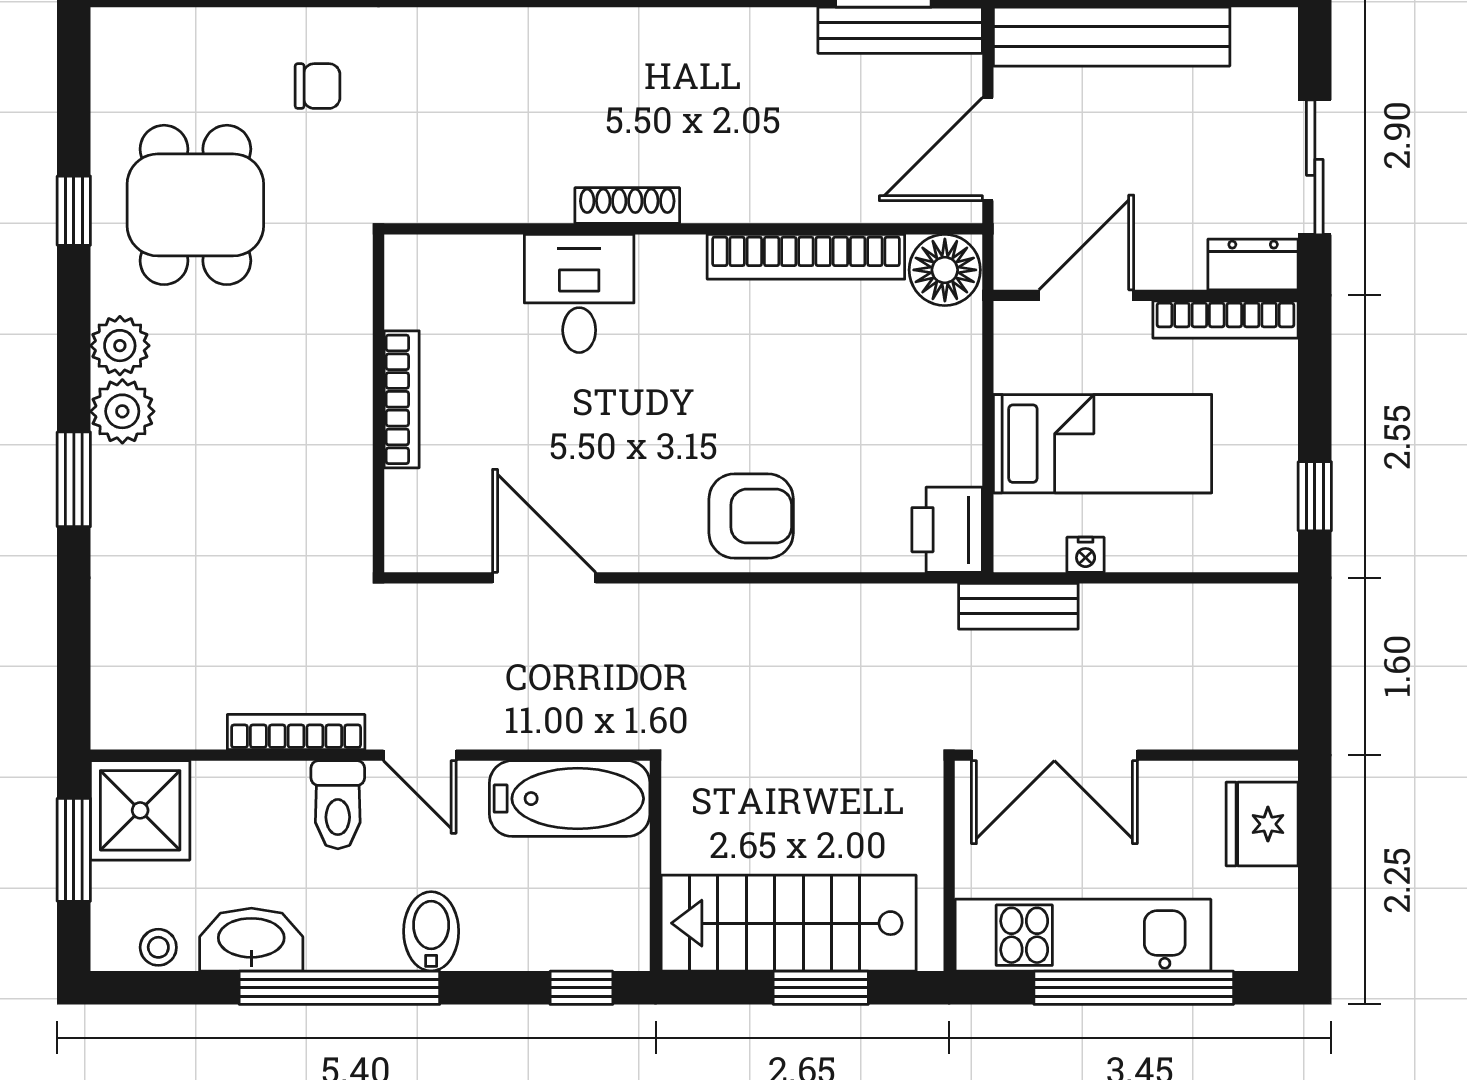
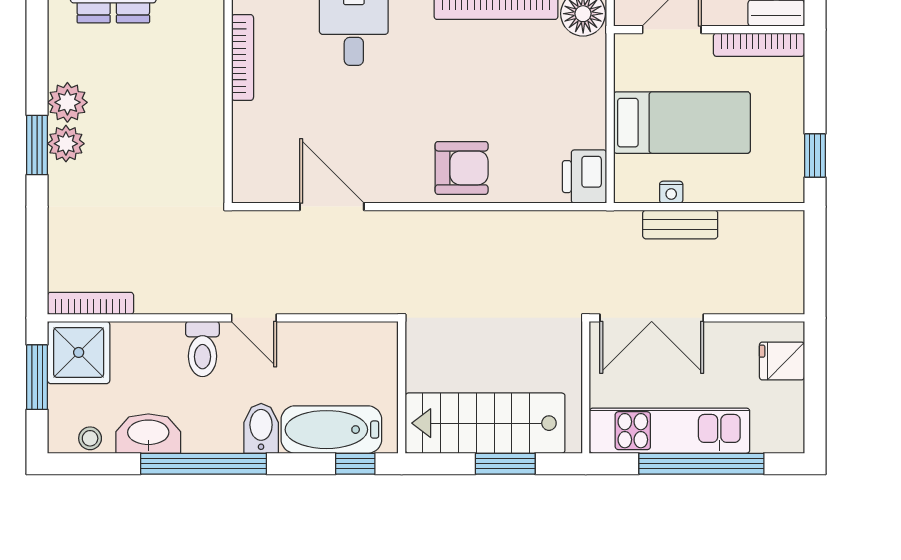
plant: (120, 346) -> (66, 144), moved
bookcase: (402, 399) -> (243, 58), moved
bench: (1018, 606) -> (680, 224), moved
bookcase: (296, 732) -> (91, 303), moved
bathtub: (570, 799) -> (331, 430), moved, turned 180
fridge: (1262, 824) -> (782, 361), width x0.72

